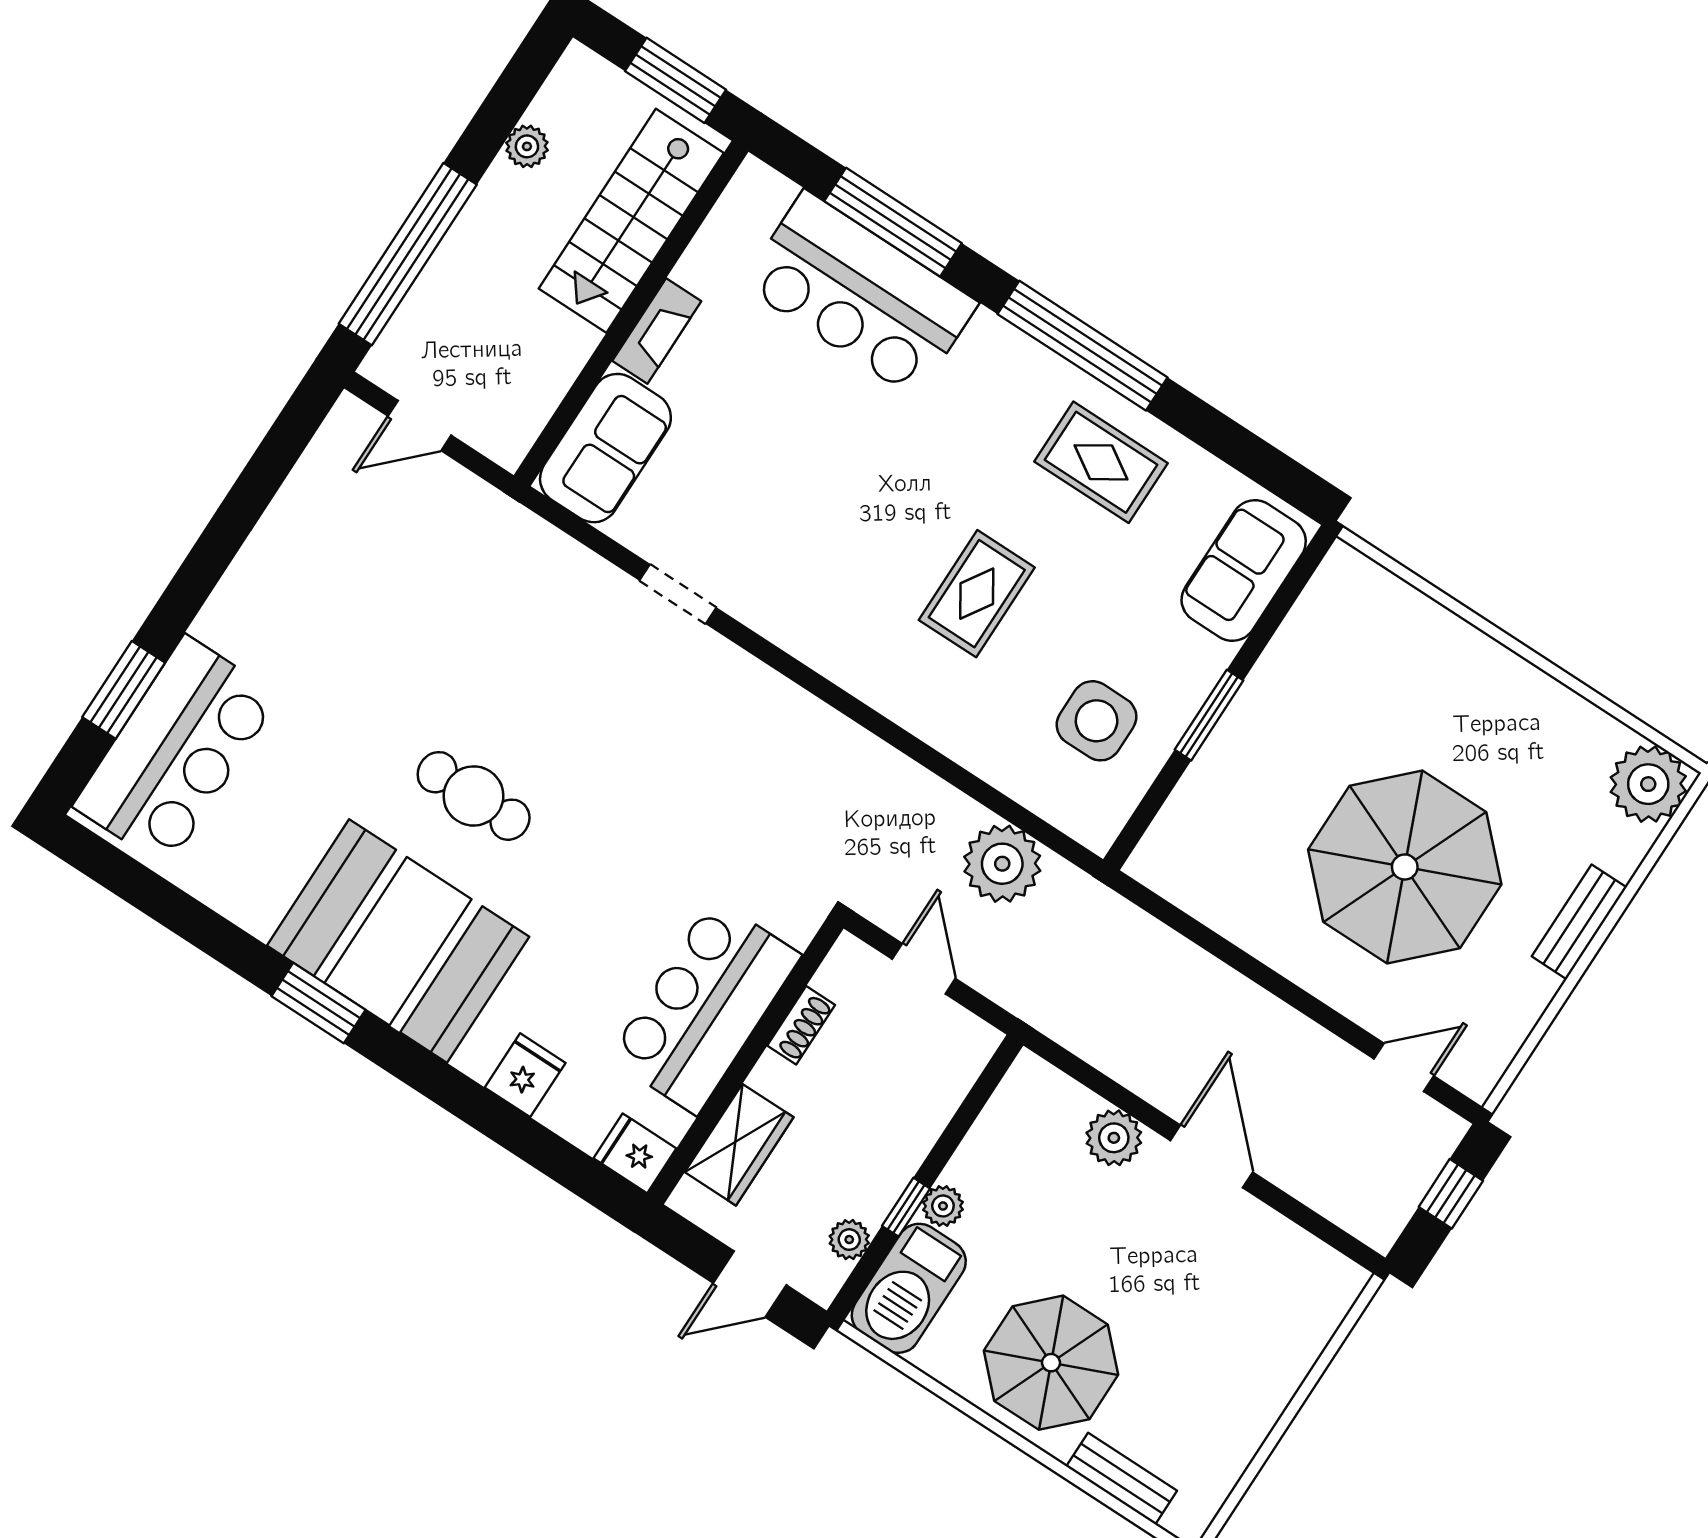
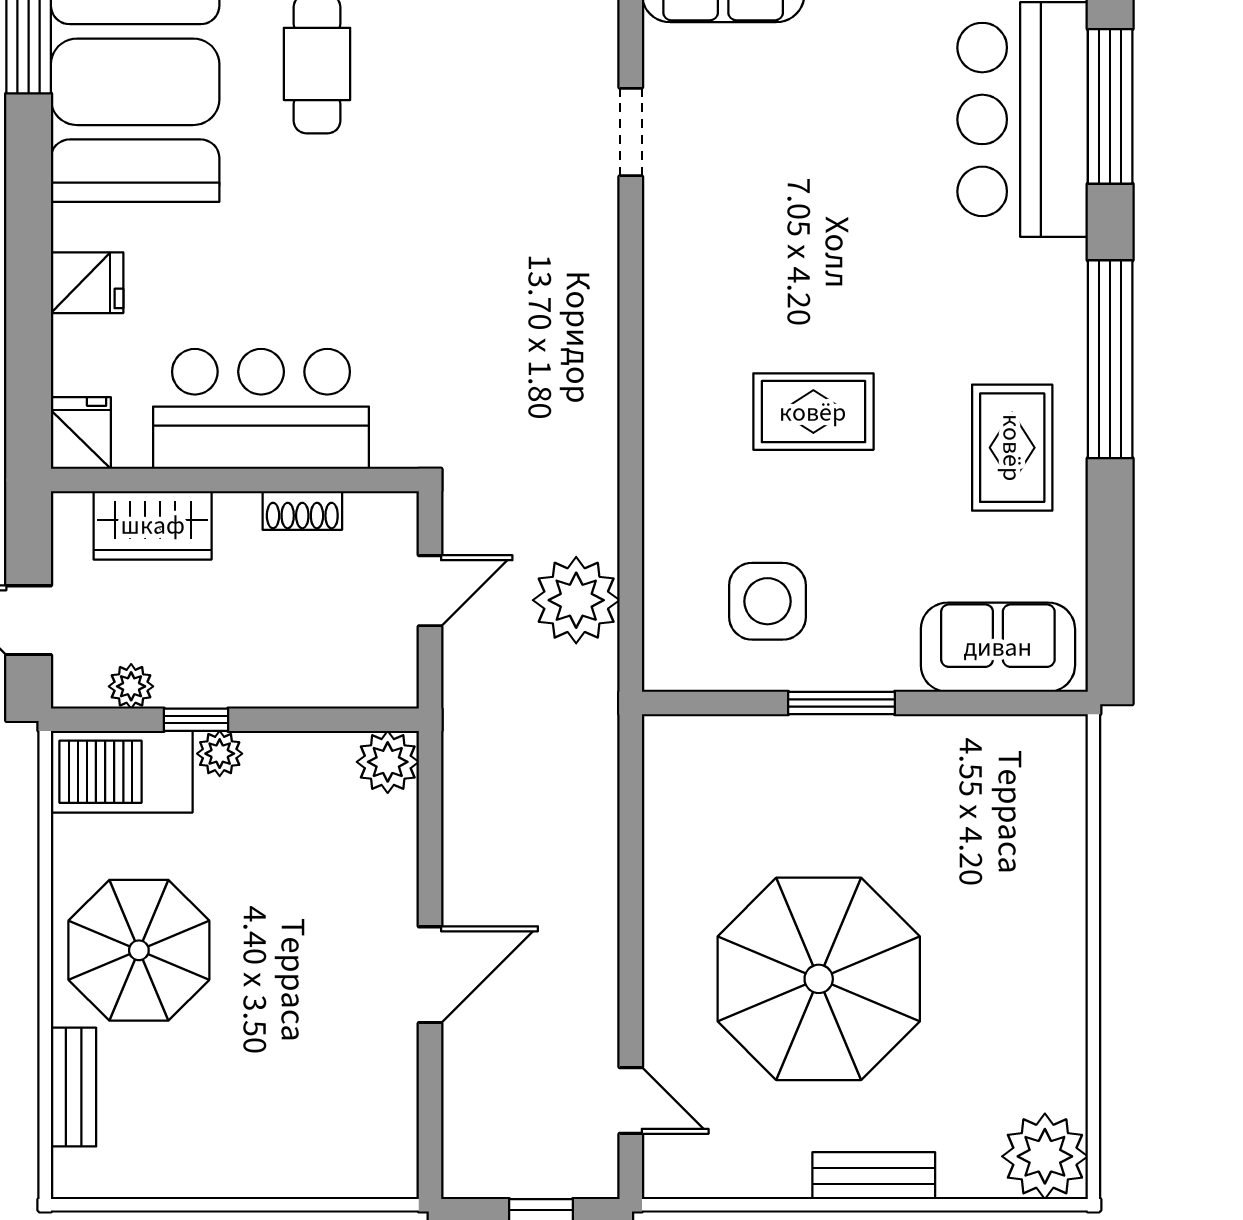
plant: (1114, 1138) -> (388, 762), moved

